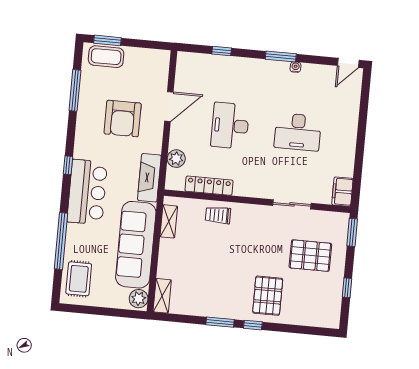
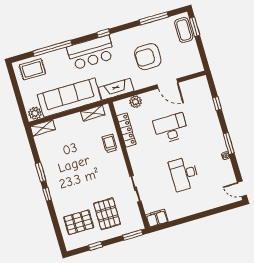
pallet: (268, 296) -> (79, 222), moved

